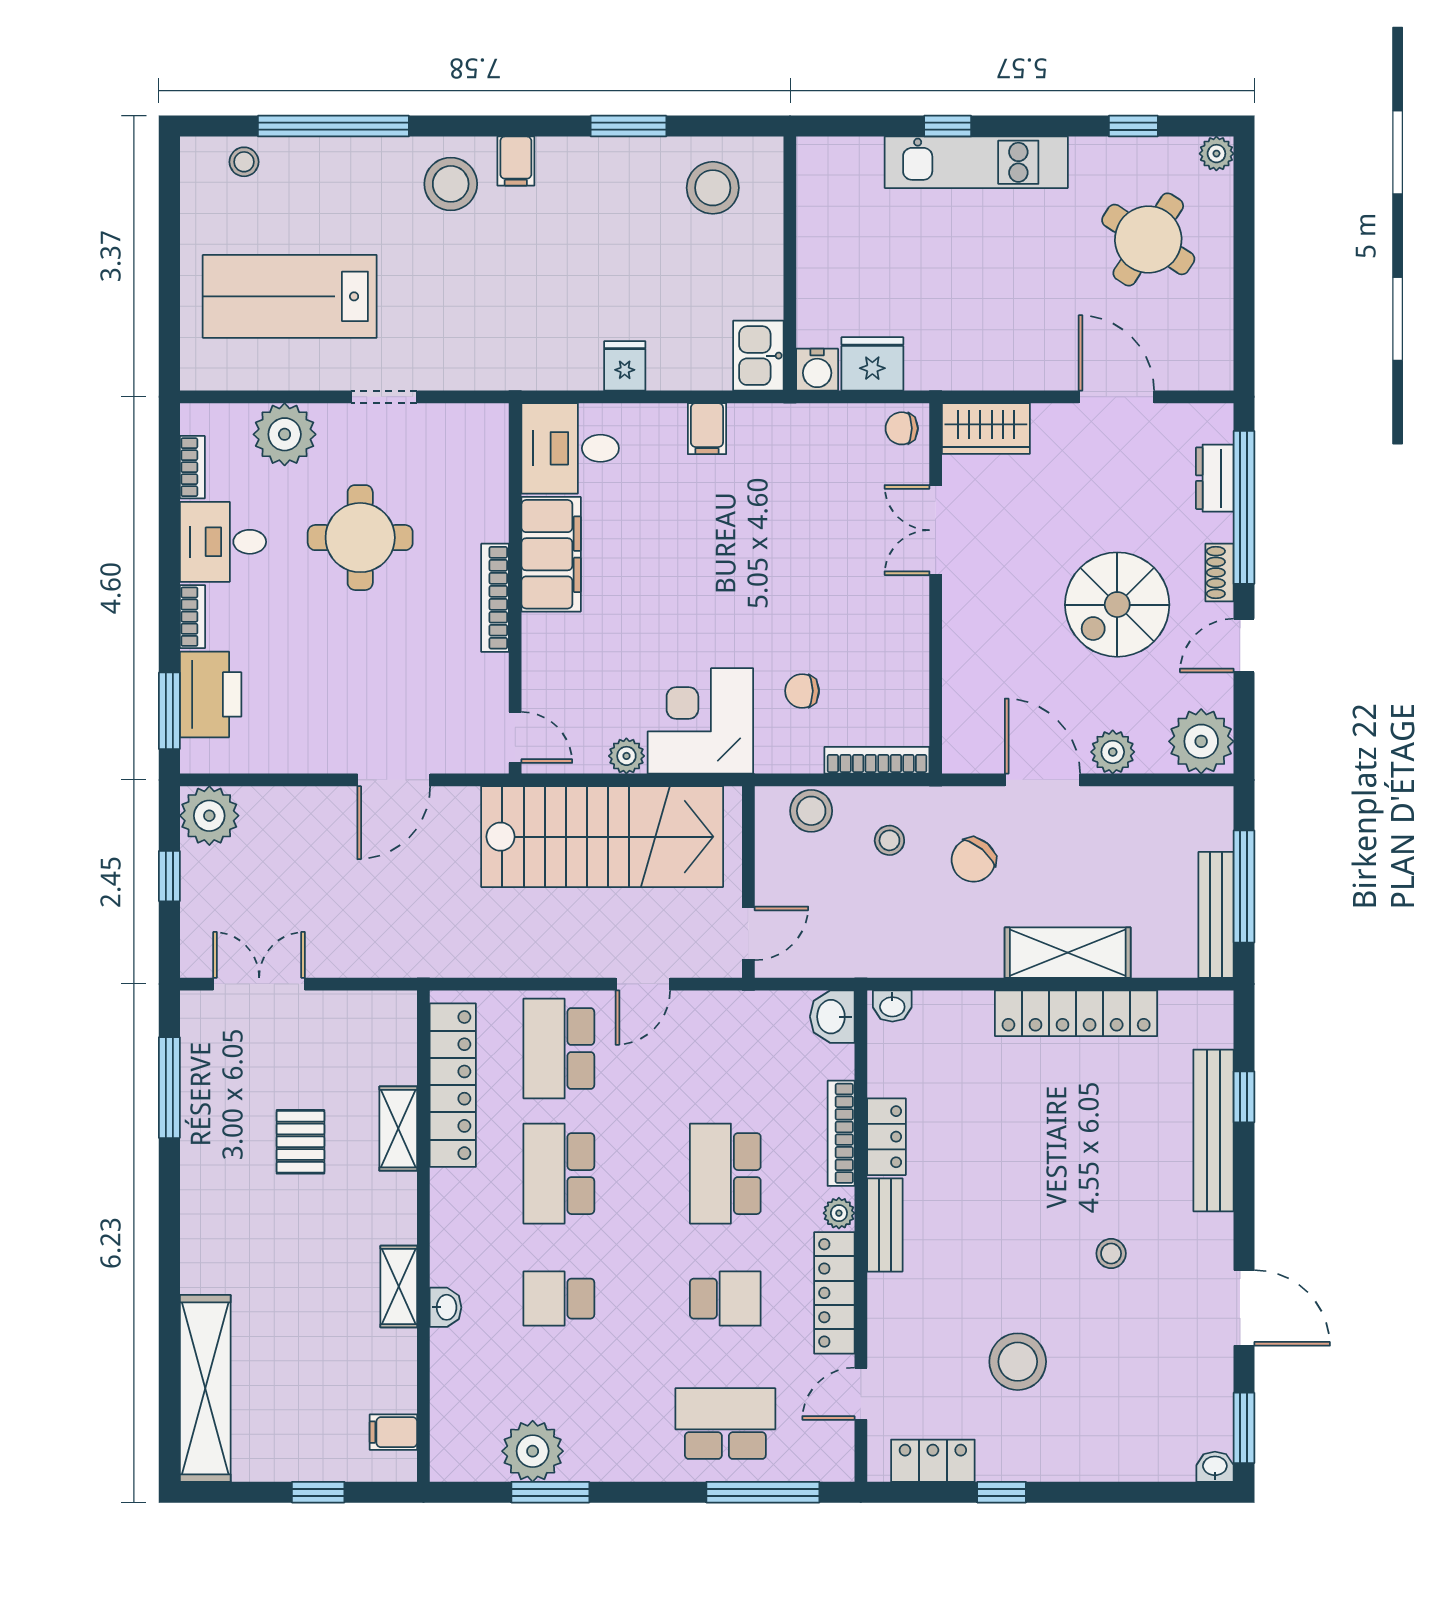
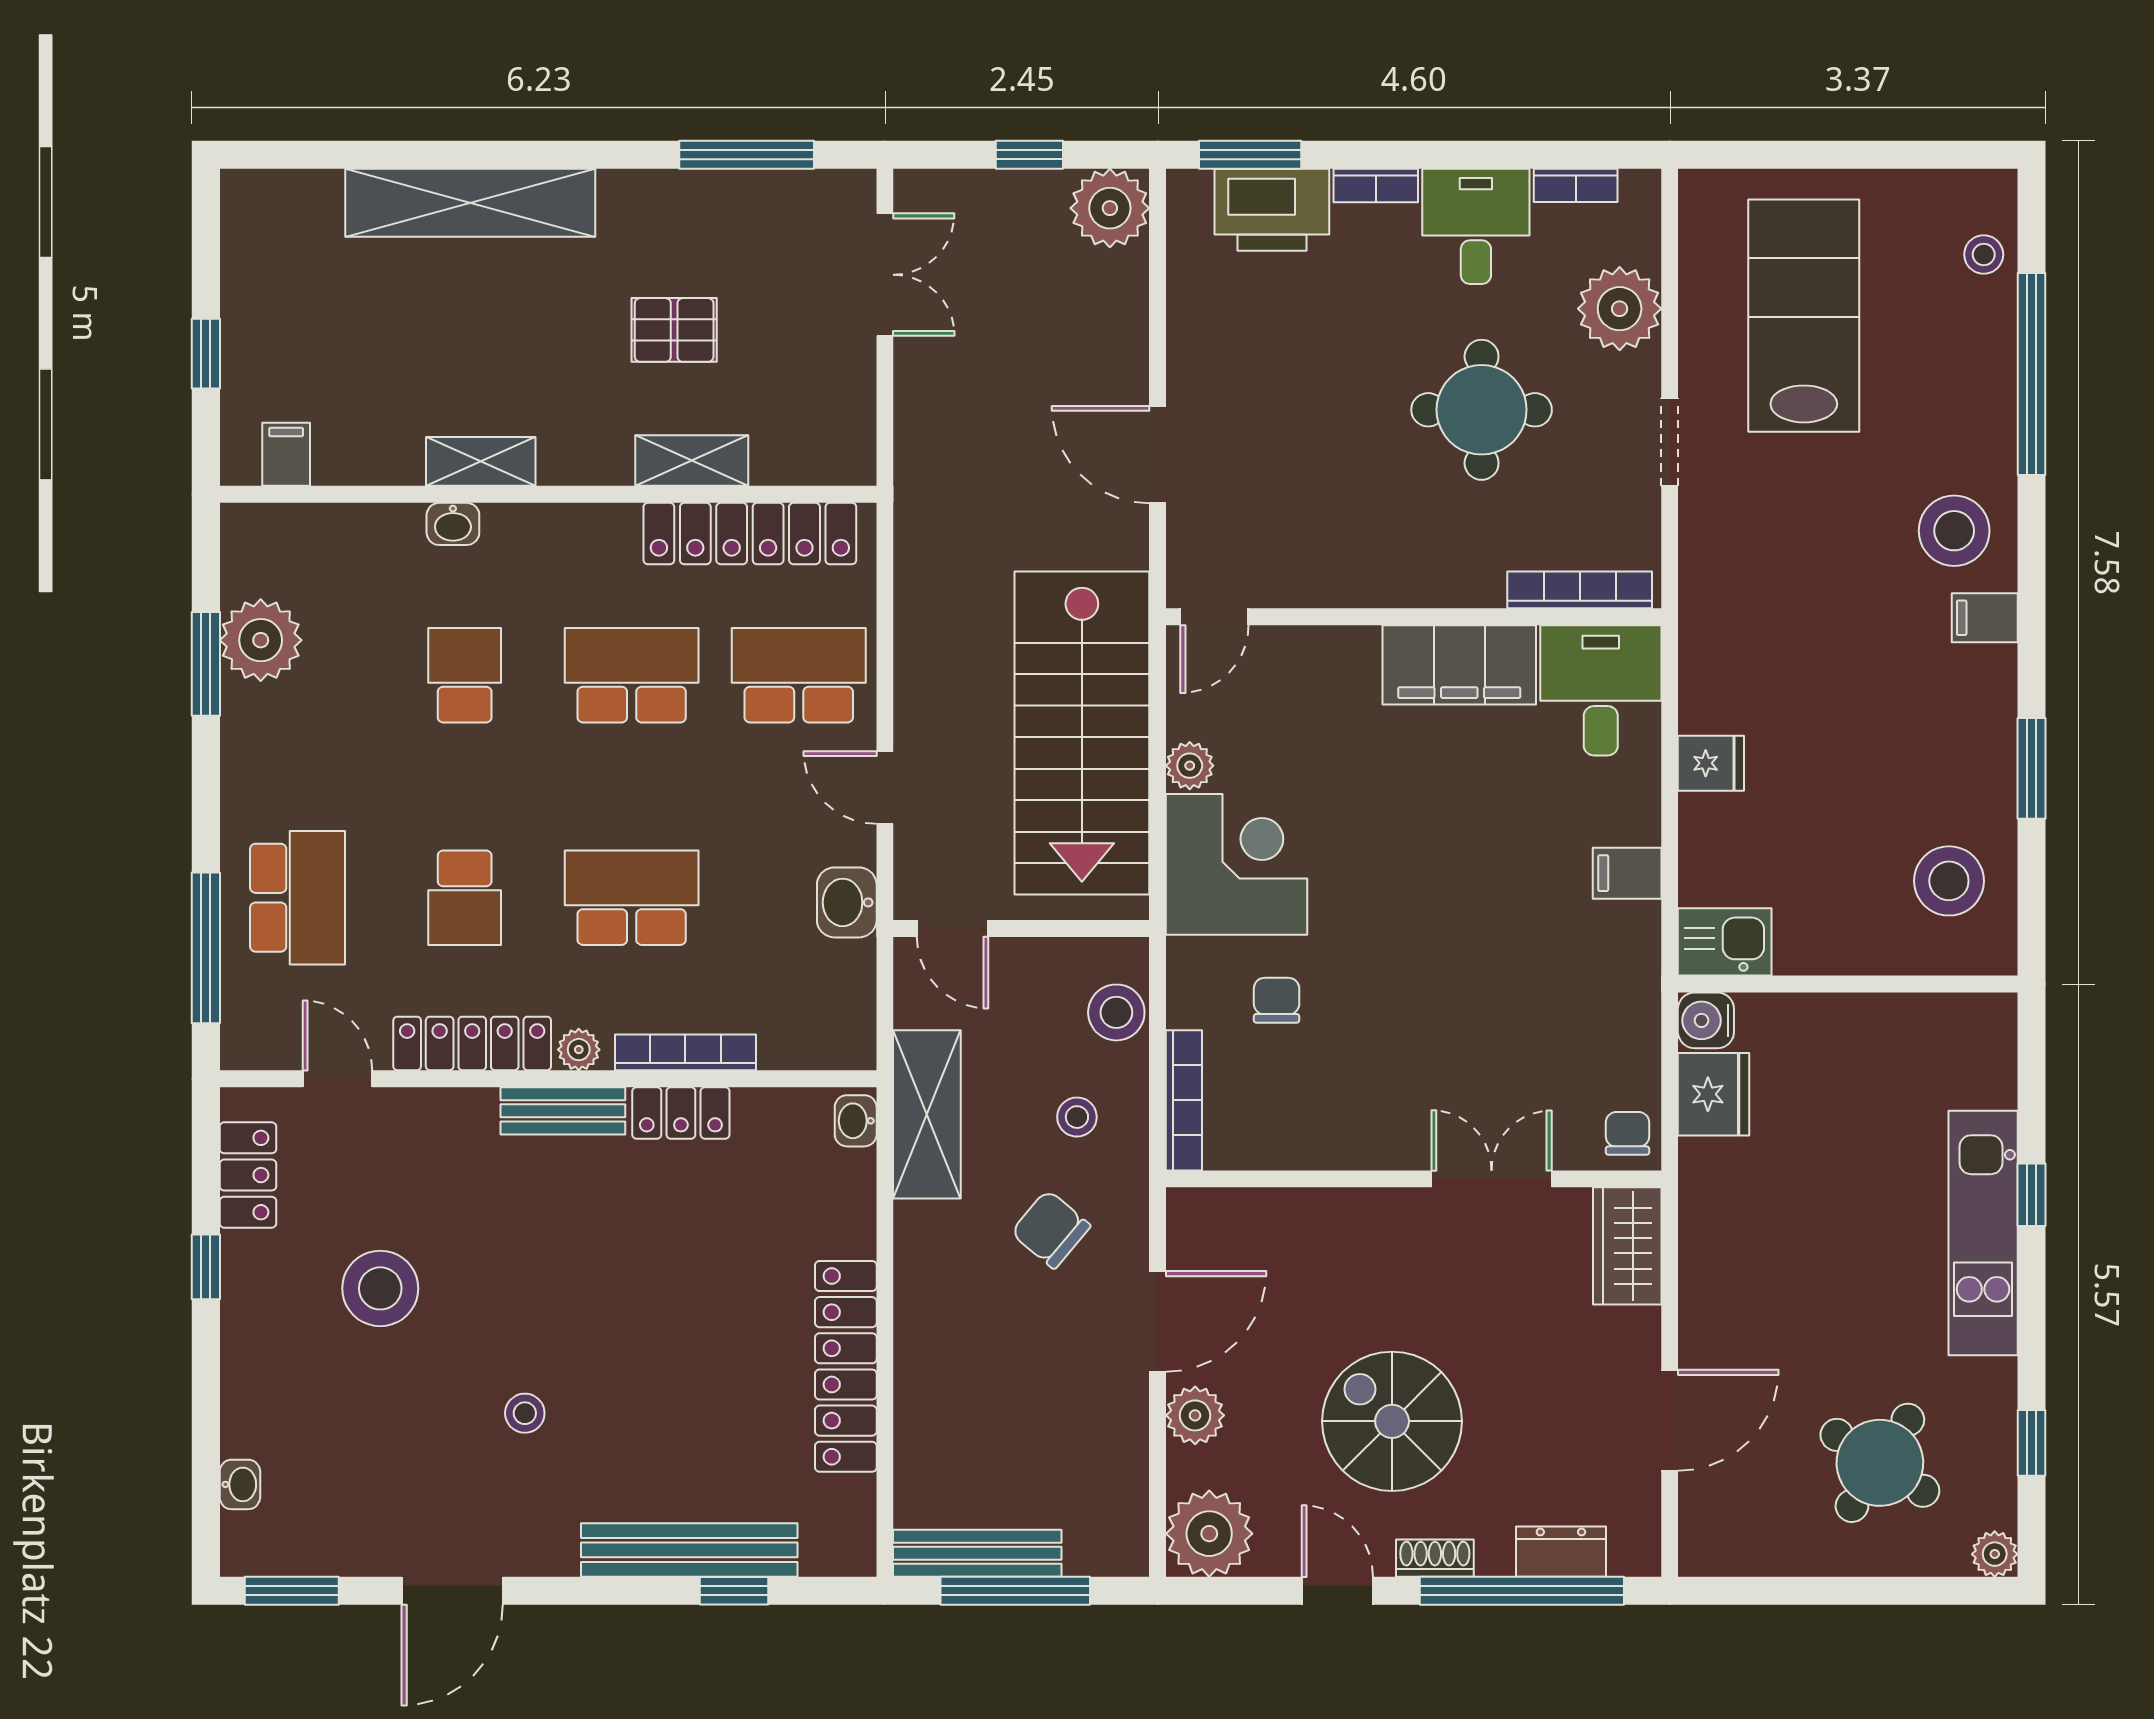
bookcase: (495, 598) -> (1580, 590), moved
shelving: (1068, 953) -> (927, 1114), moved
washbasin: (832, 1017) -> (847, 902), moved, turned -90
shelving: (205, 1388) -> (470, 203), moved
washbasin: (1215, 1467) -> (240, 1484), moved

